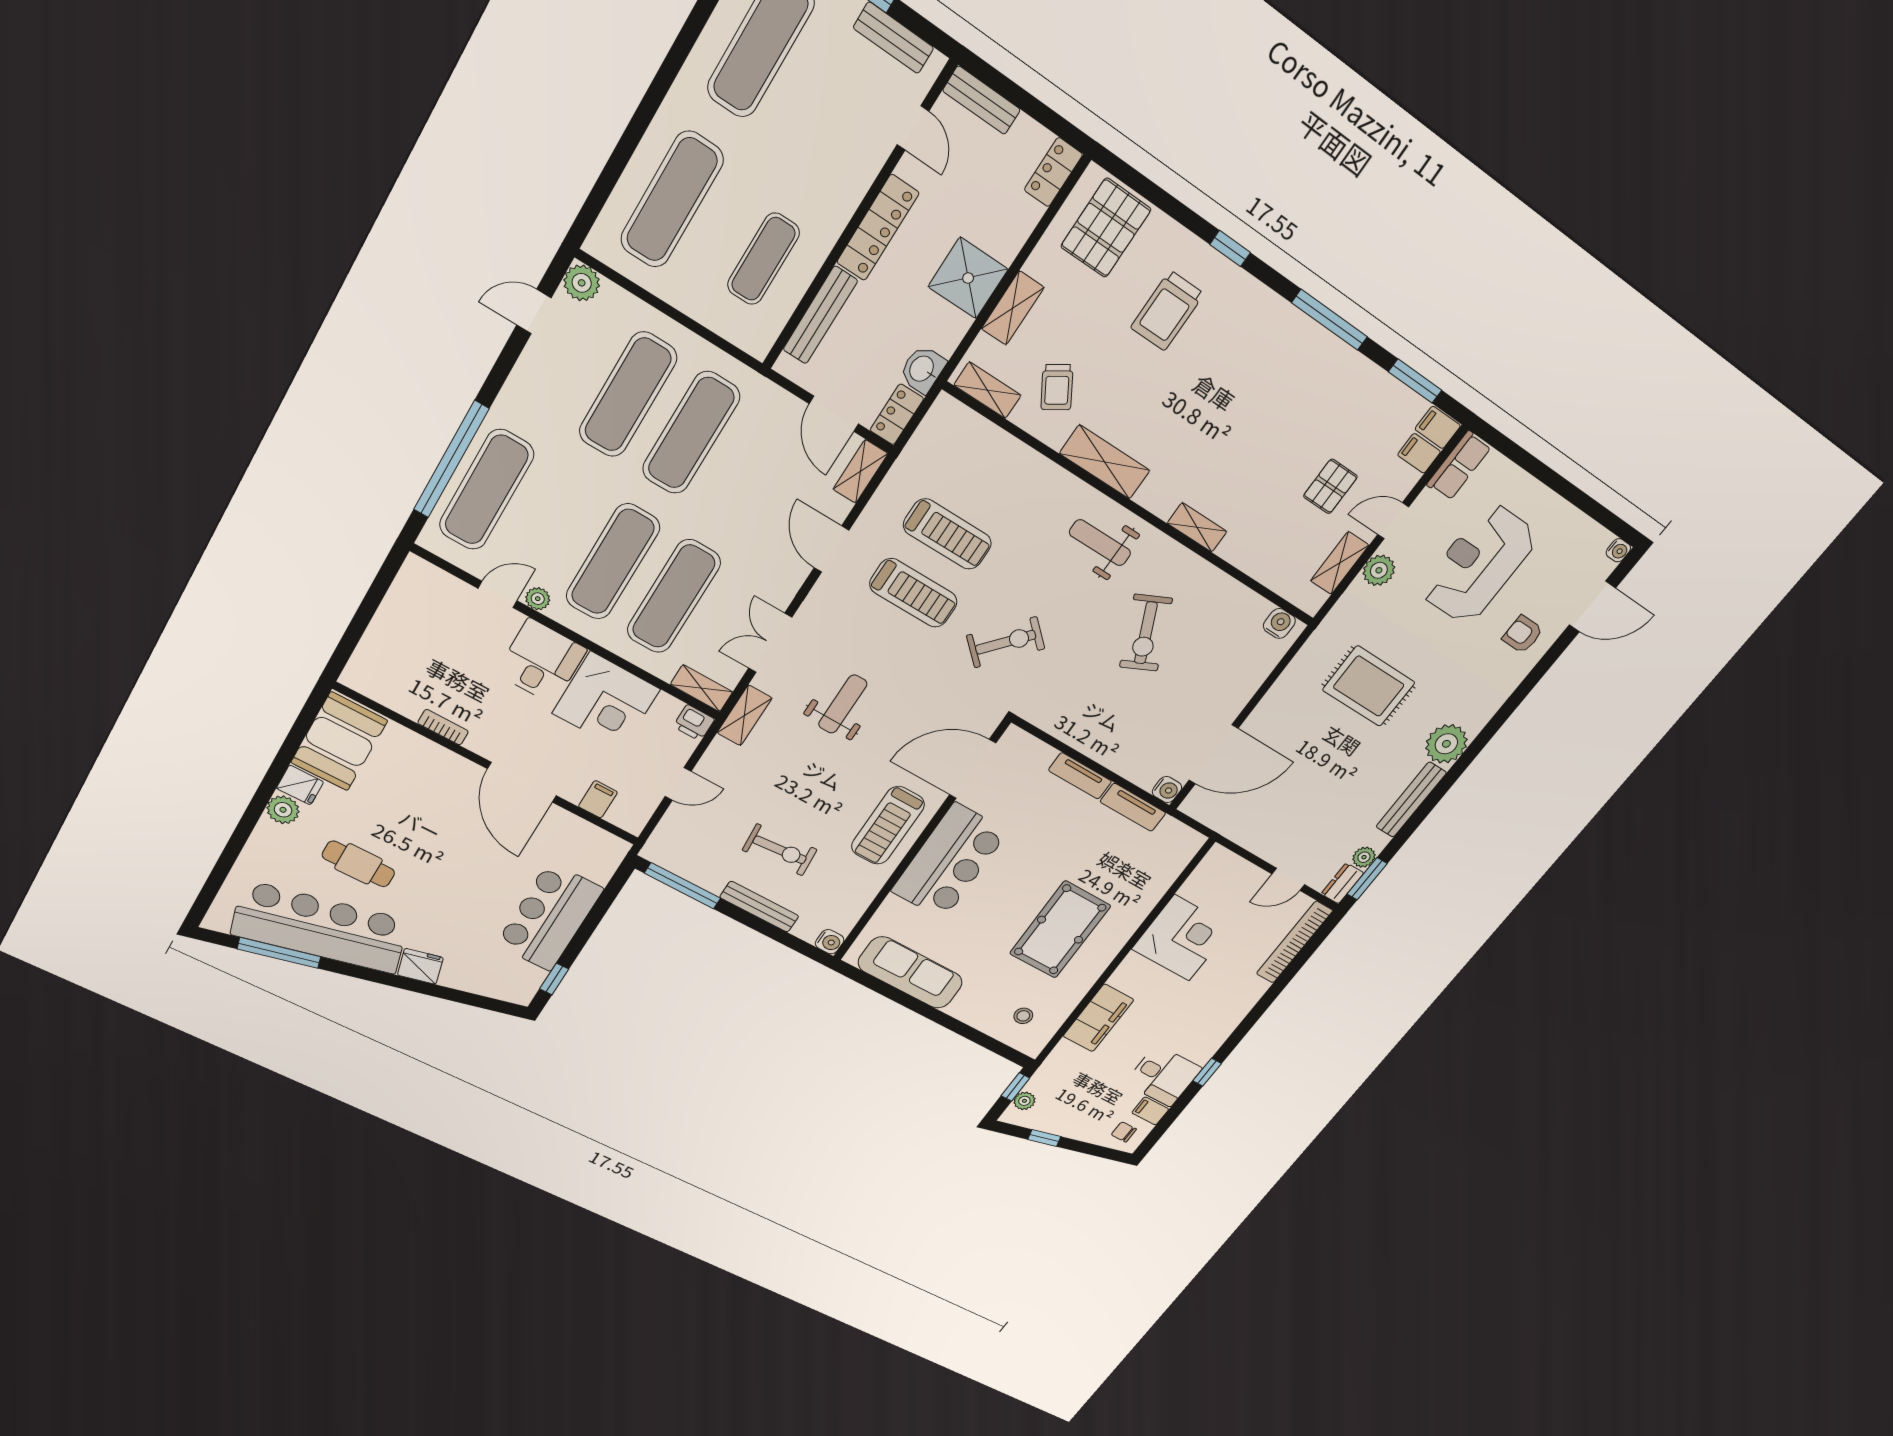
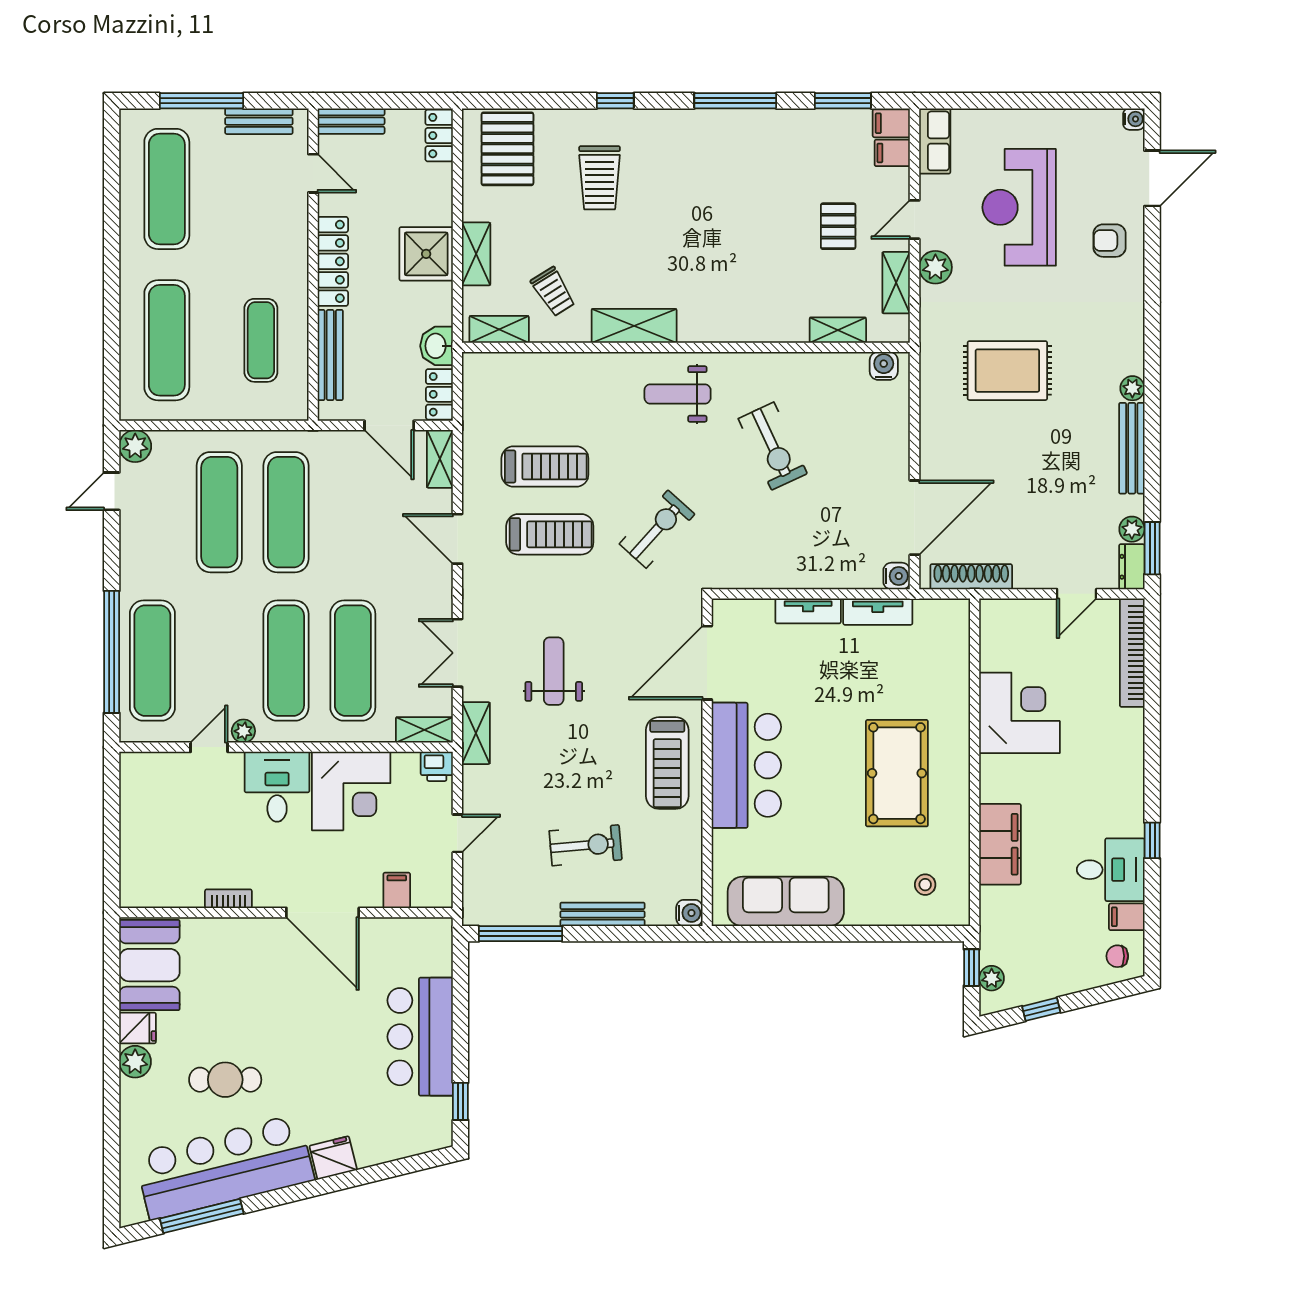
shelving: (1197, 527) -> (838, 330), moved
plant: (1446, 744) -> (1132, 388), width x0.53, depth x0.53
shoe rack: (1222, 823) -> (971, 577), added

